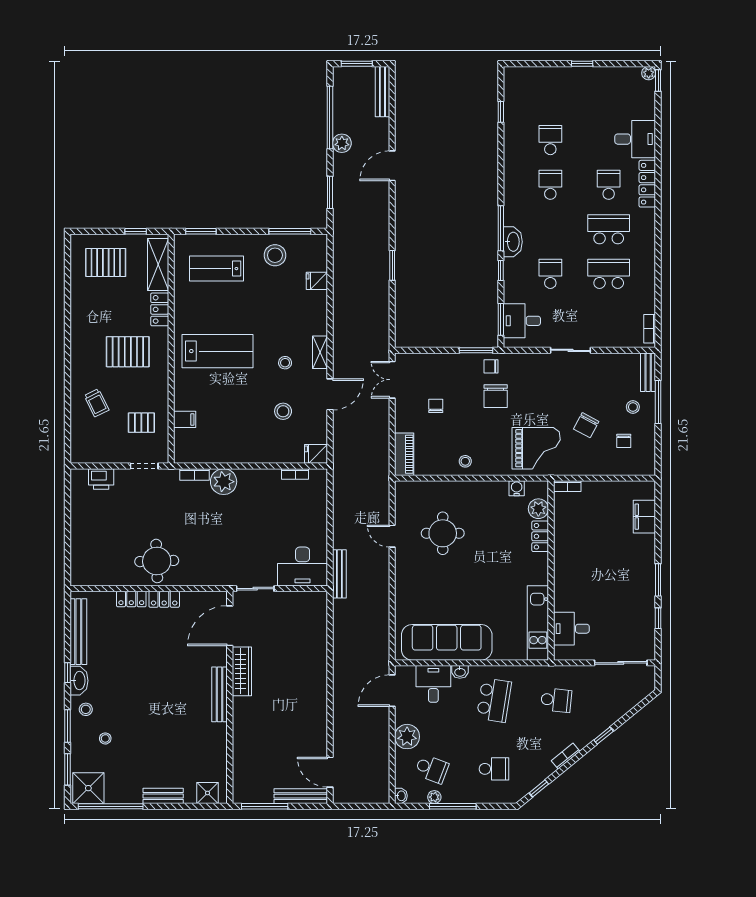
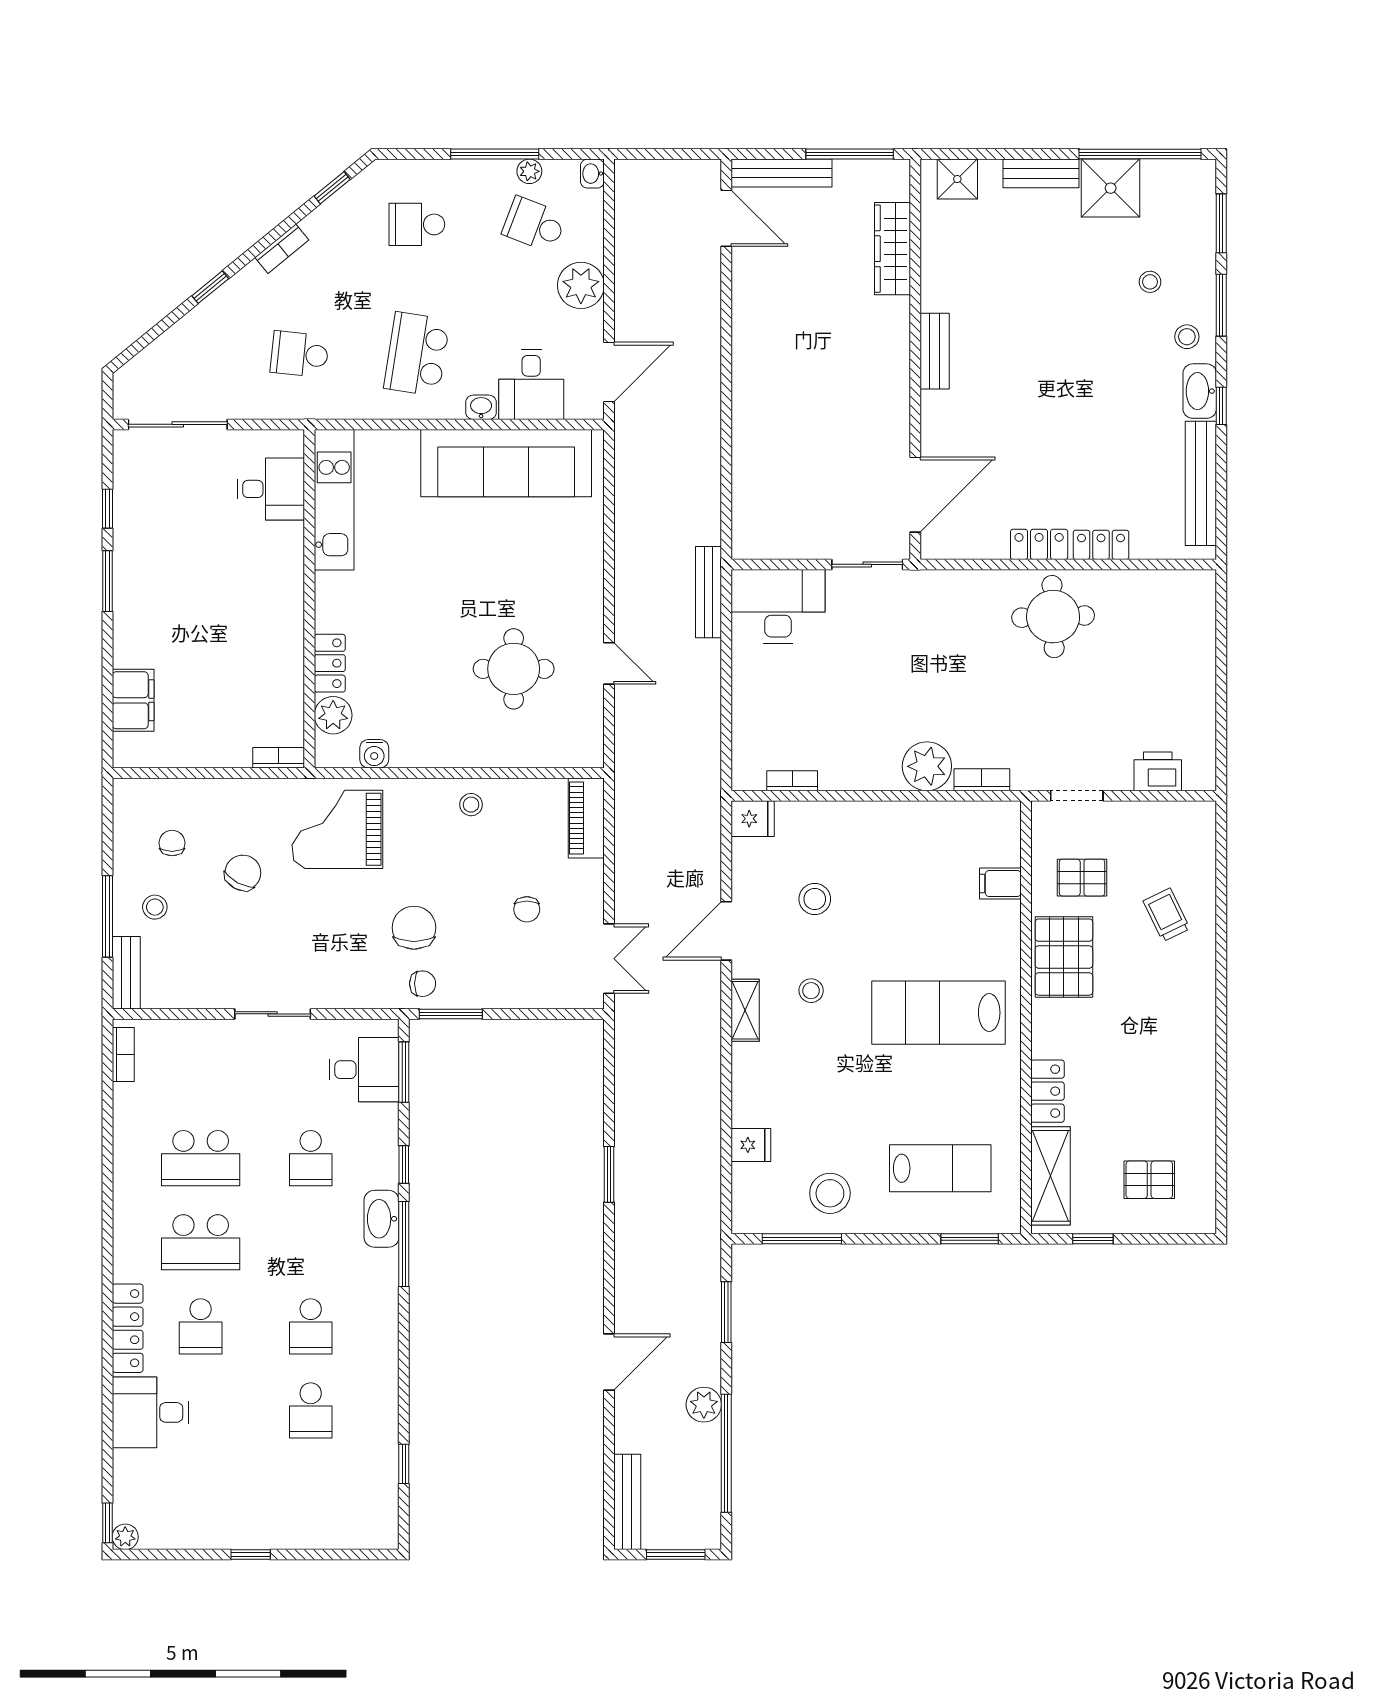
pallet: (106, 262) -> (1149, 1180), width x0.67, depth x0.71
pallet: (128, 352) -> (1064, 957), moved, turned 90
wardrobe: (242, 671) -> (892, 249), moved
bench: (220, 694) -> (935, 351), width x0.73
shower: (88, 788) -> (1111, 188), moved

